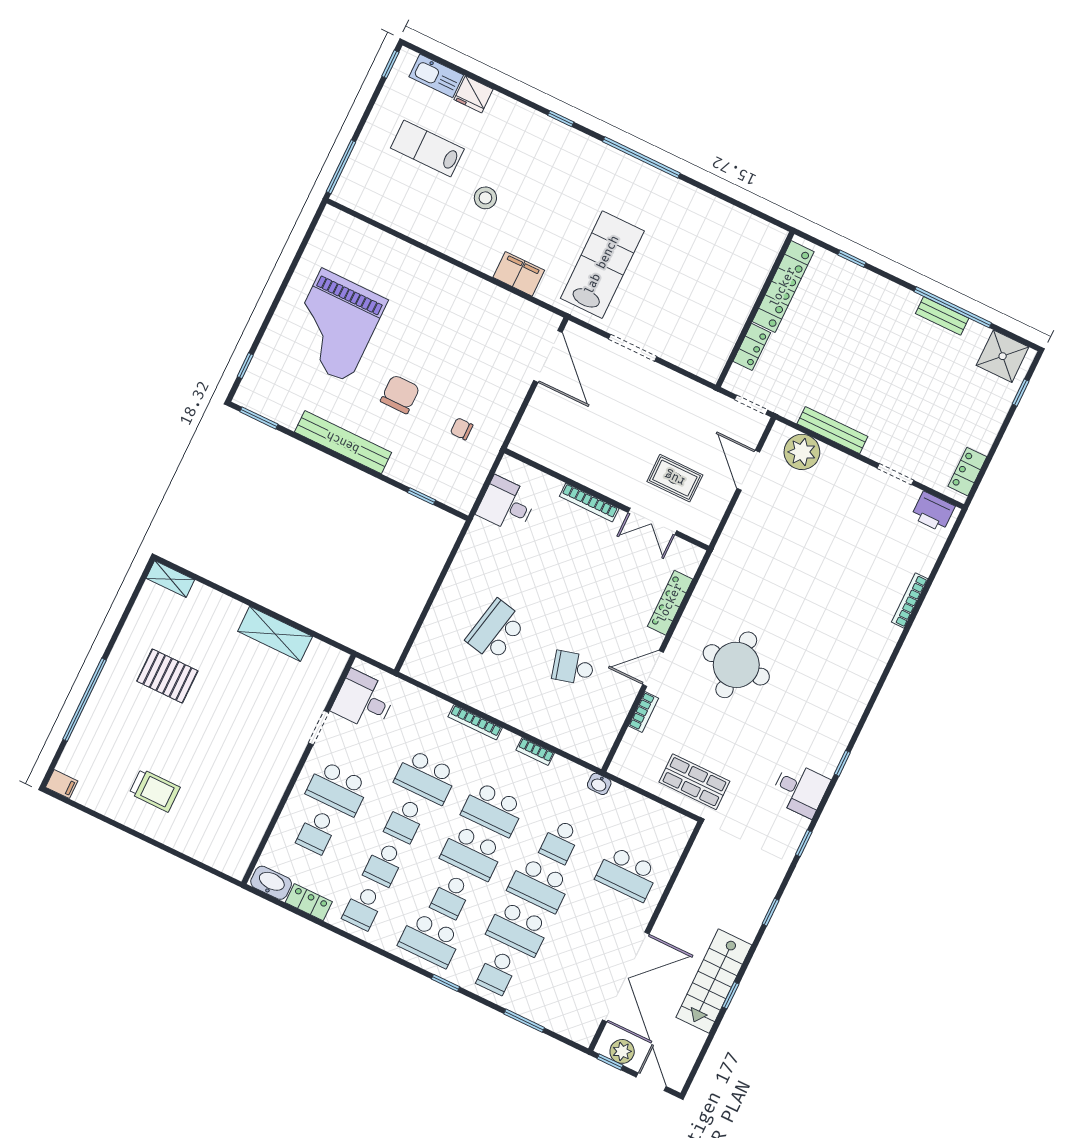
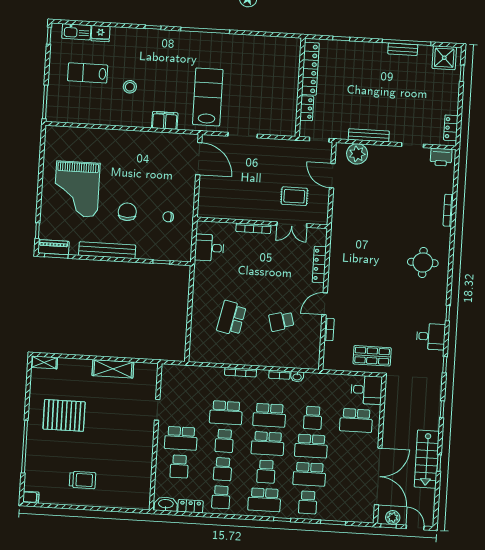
piano: (260, 402) -> (53, 247), added
round table: (736, 665) -> (423, 262), moved, width x0.73, depth x0.73
pallet: (167, 676) -> (64, 415), width x1.37, depth x1.41
desk: (364, 701) -> (367, 390), moved, turned 180
washbasin: (599, 784) -> (297, 377), moved

